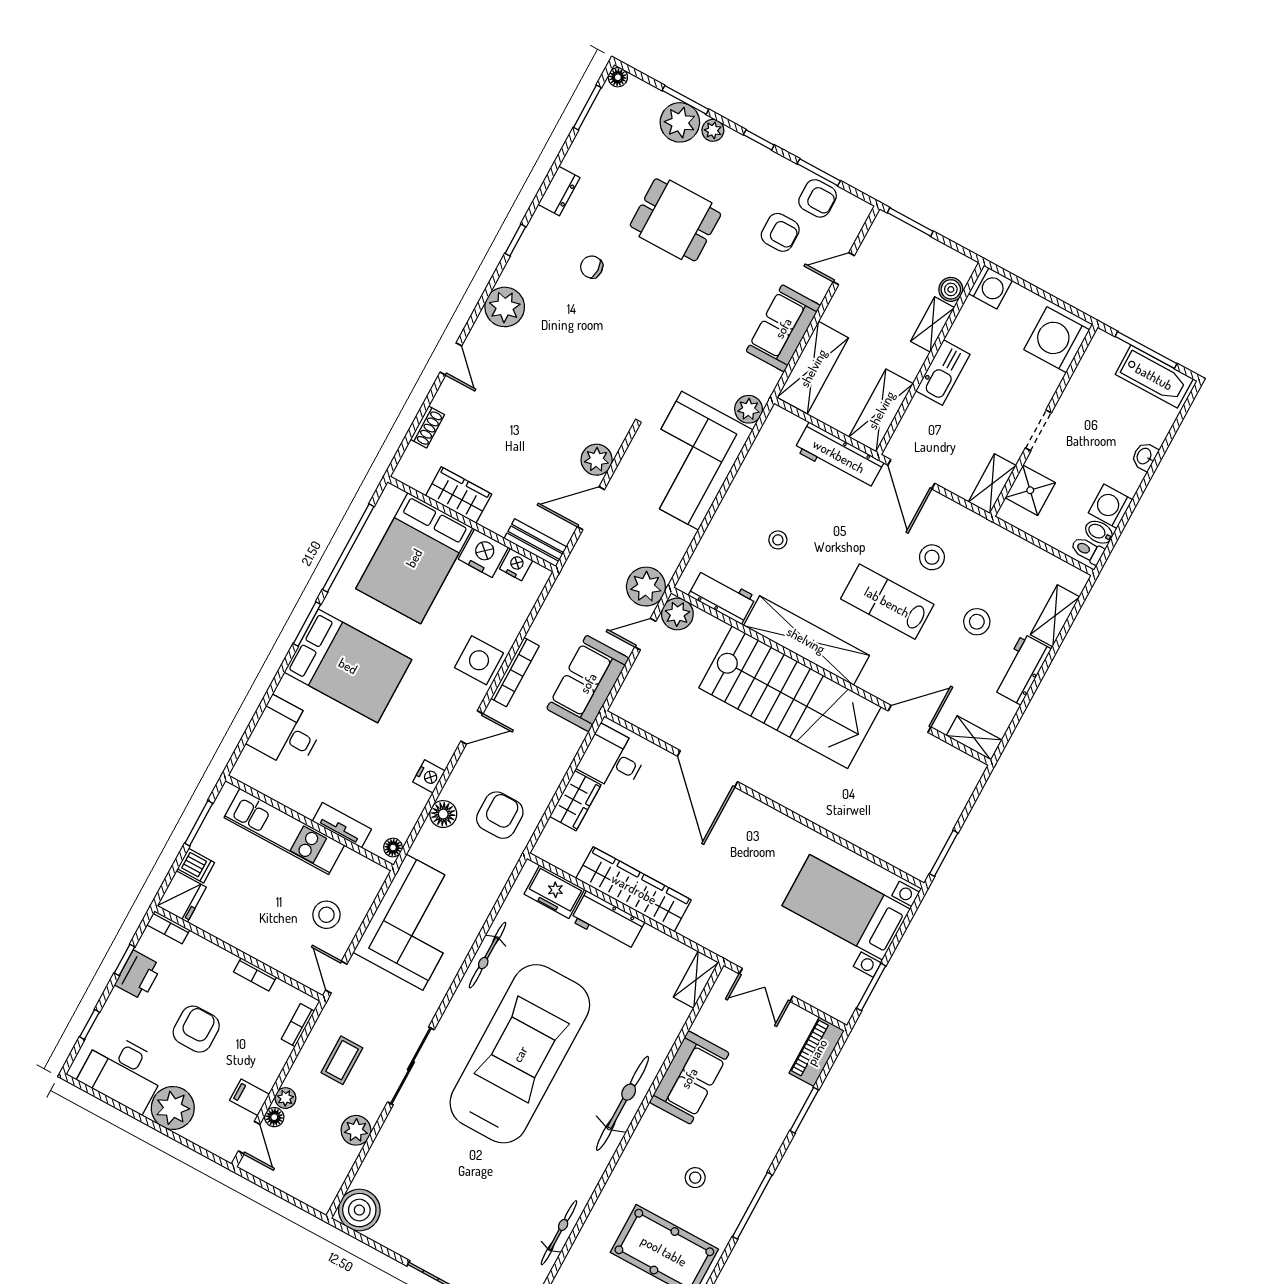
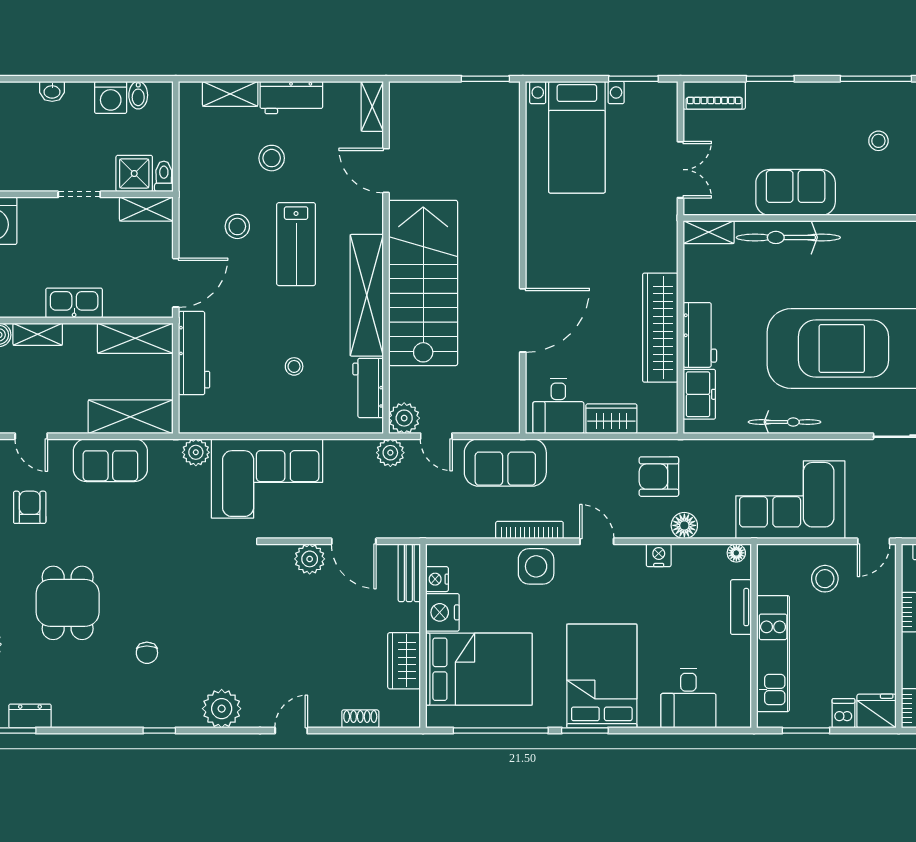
dresser: (559, 191) -> (30, 716), moved
toilet: (1087, 550) -> (164, 176), moved, turned 180
plant: (646, 587) -> (390, 453), width x0.73, depth x0.73
bicycle: (623, 1103) -> (788, 237), moved

